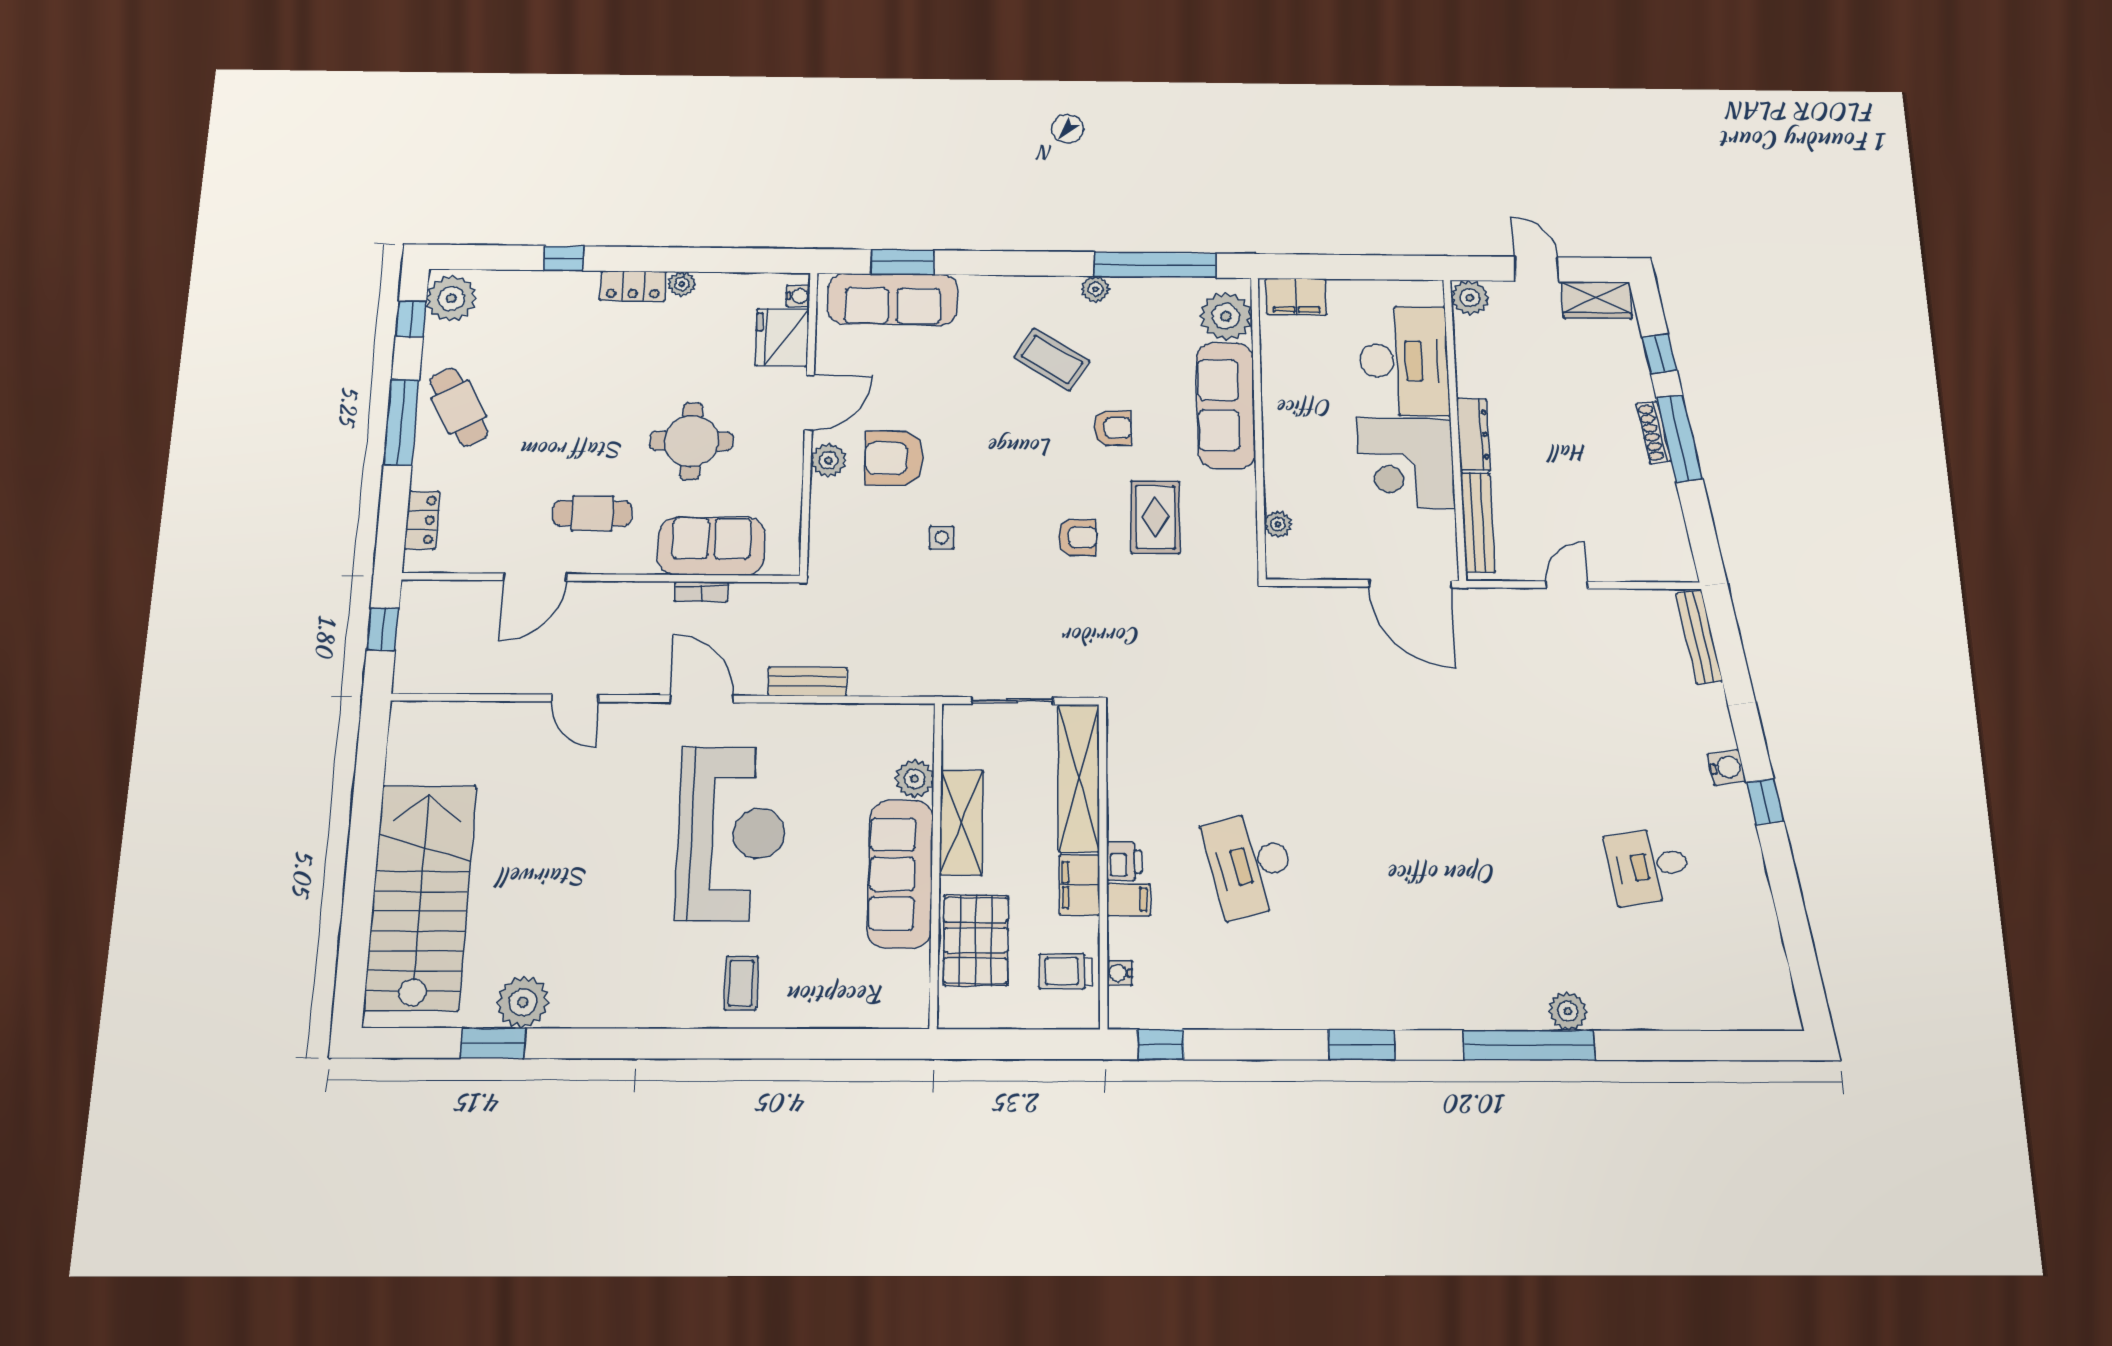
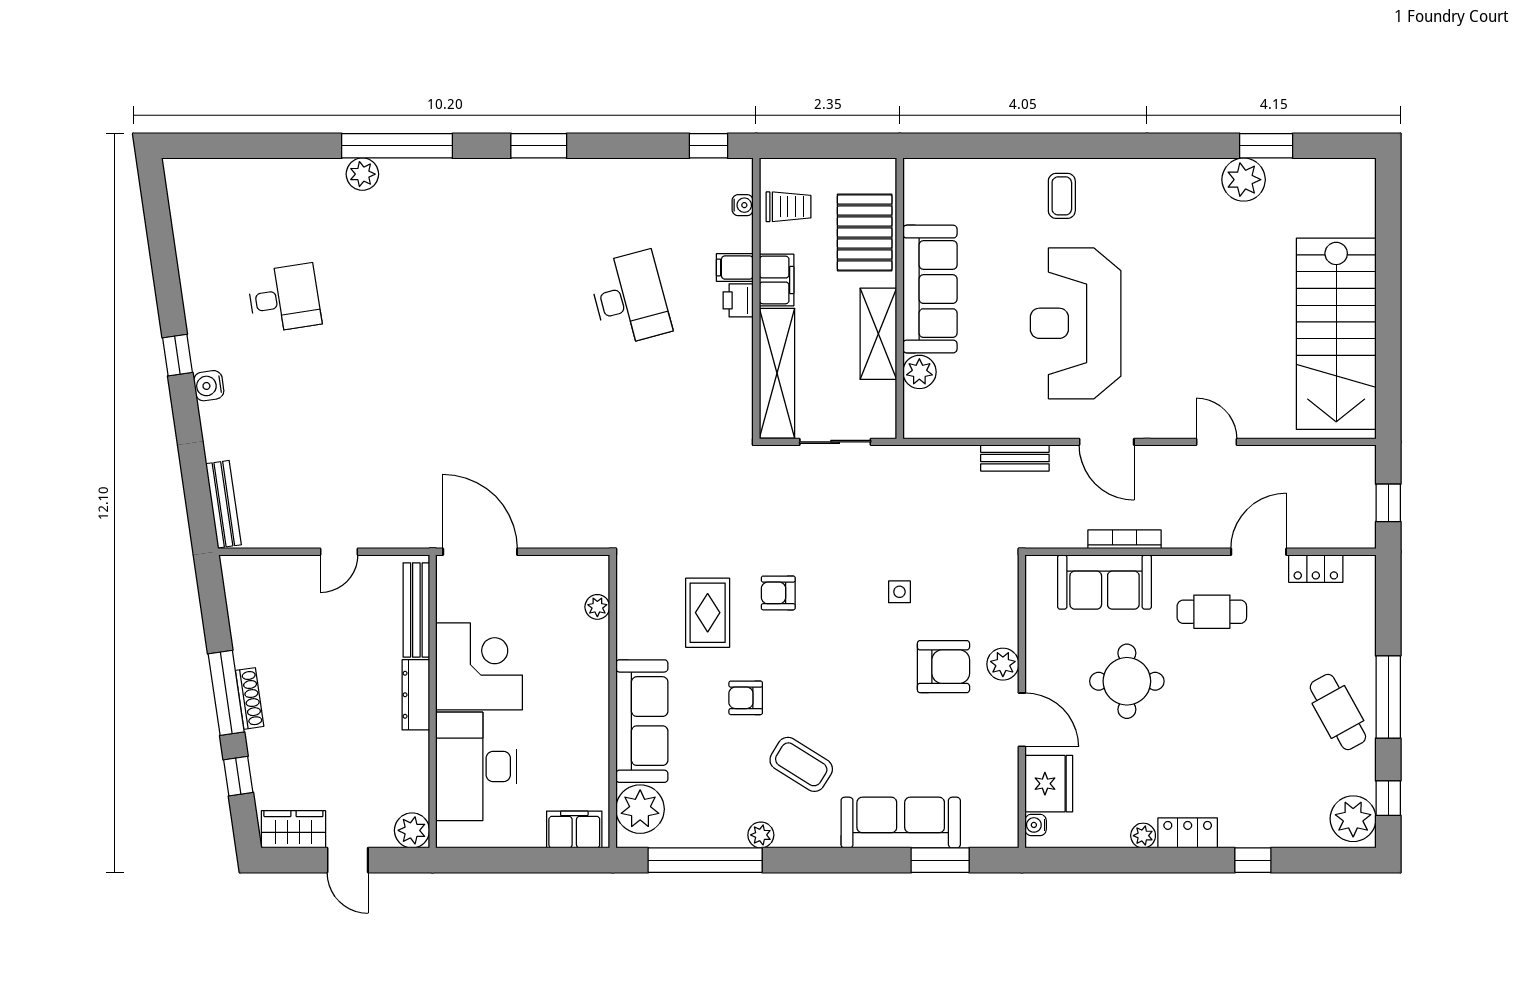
sofa: (893, 299) -> (901, 823), moved
door: (809, 402) -> (1022, 720), swing flipped
locker: (422, 520) -> (1316, 569), moved, turned -90
bookcase: (701, 592) -> (1124, 539), width x1.56
stairs: (420, 897) -> (1336, 334), moved

